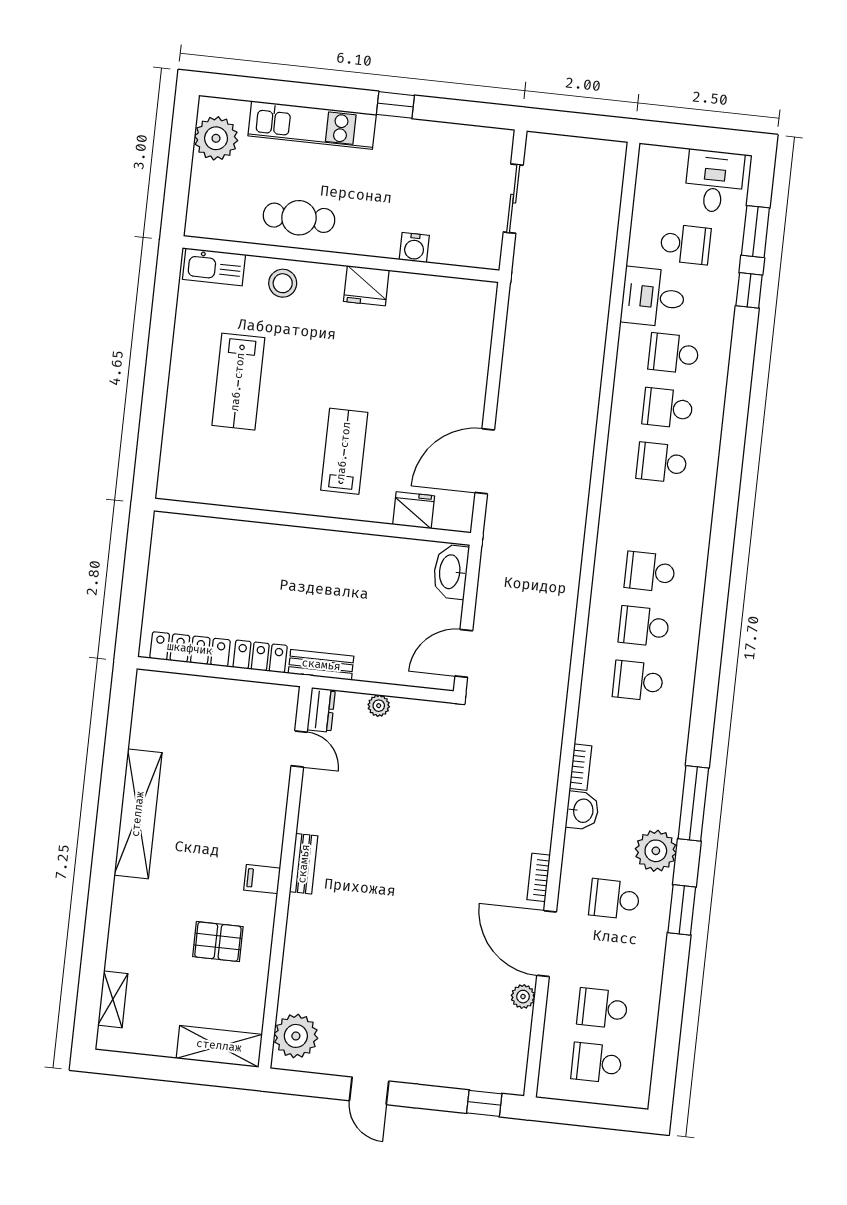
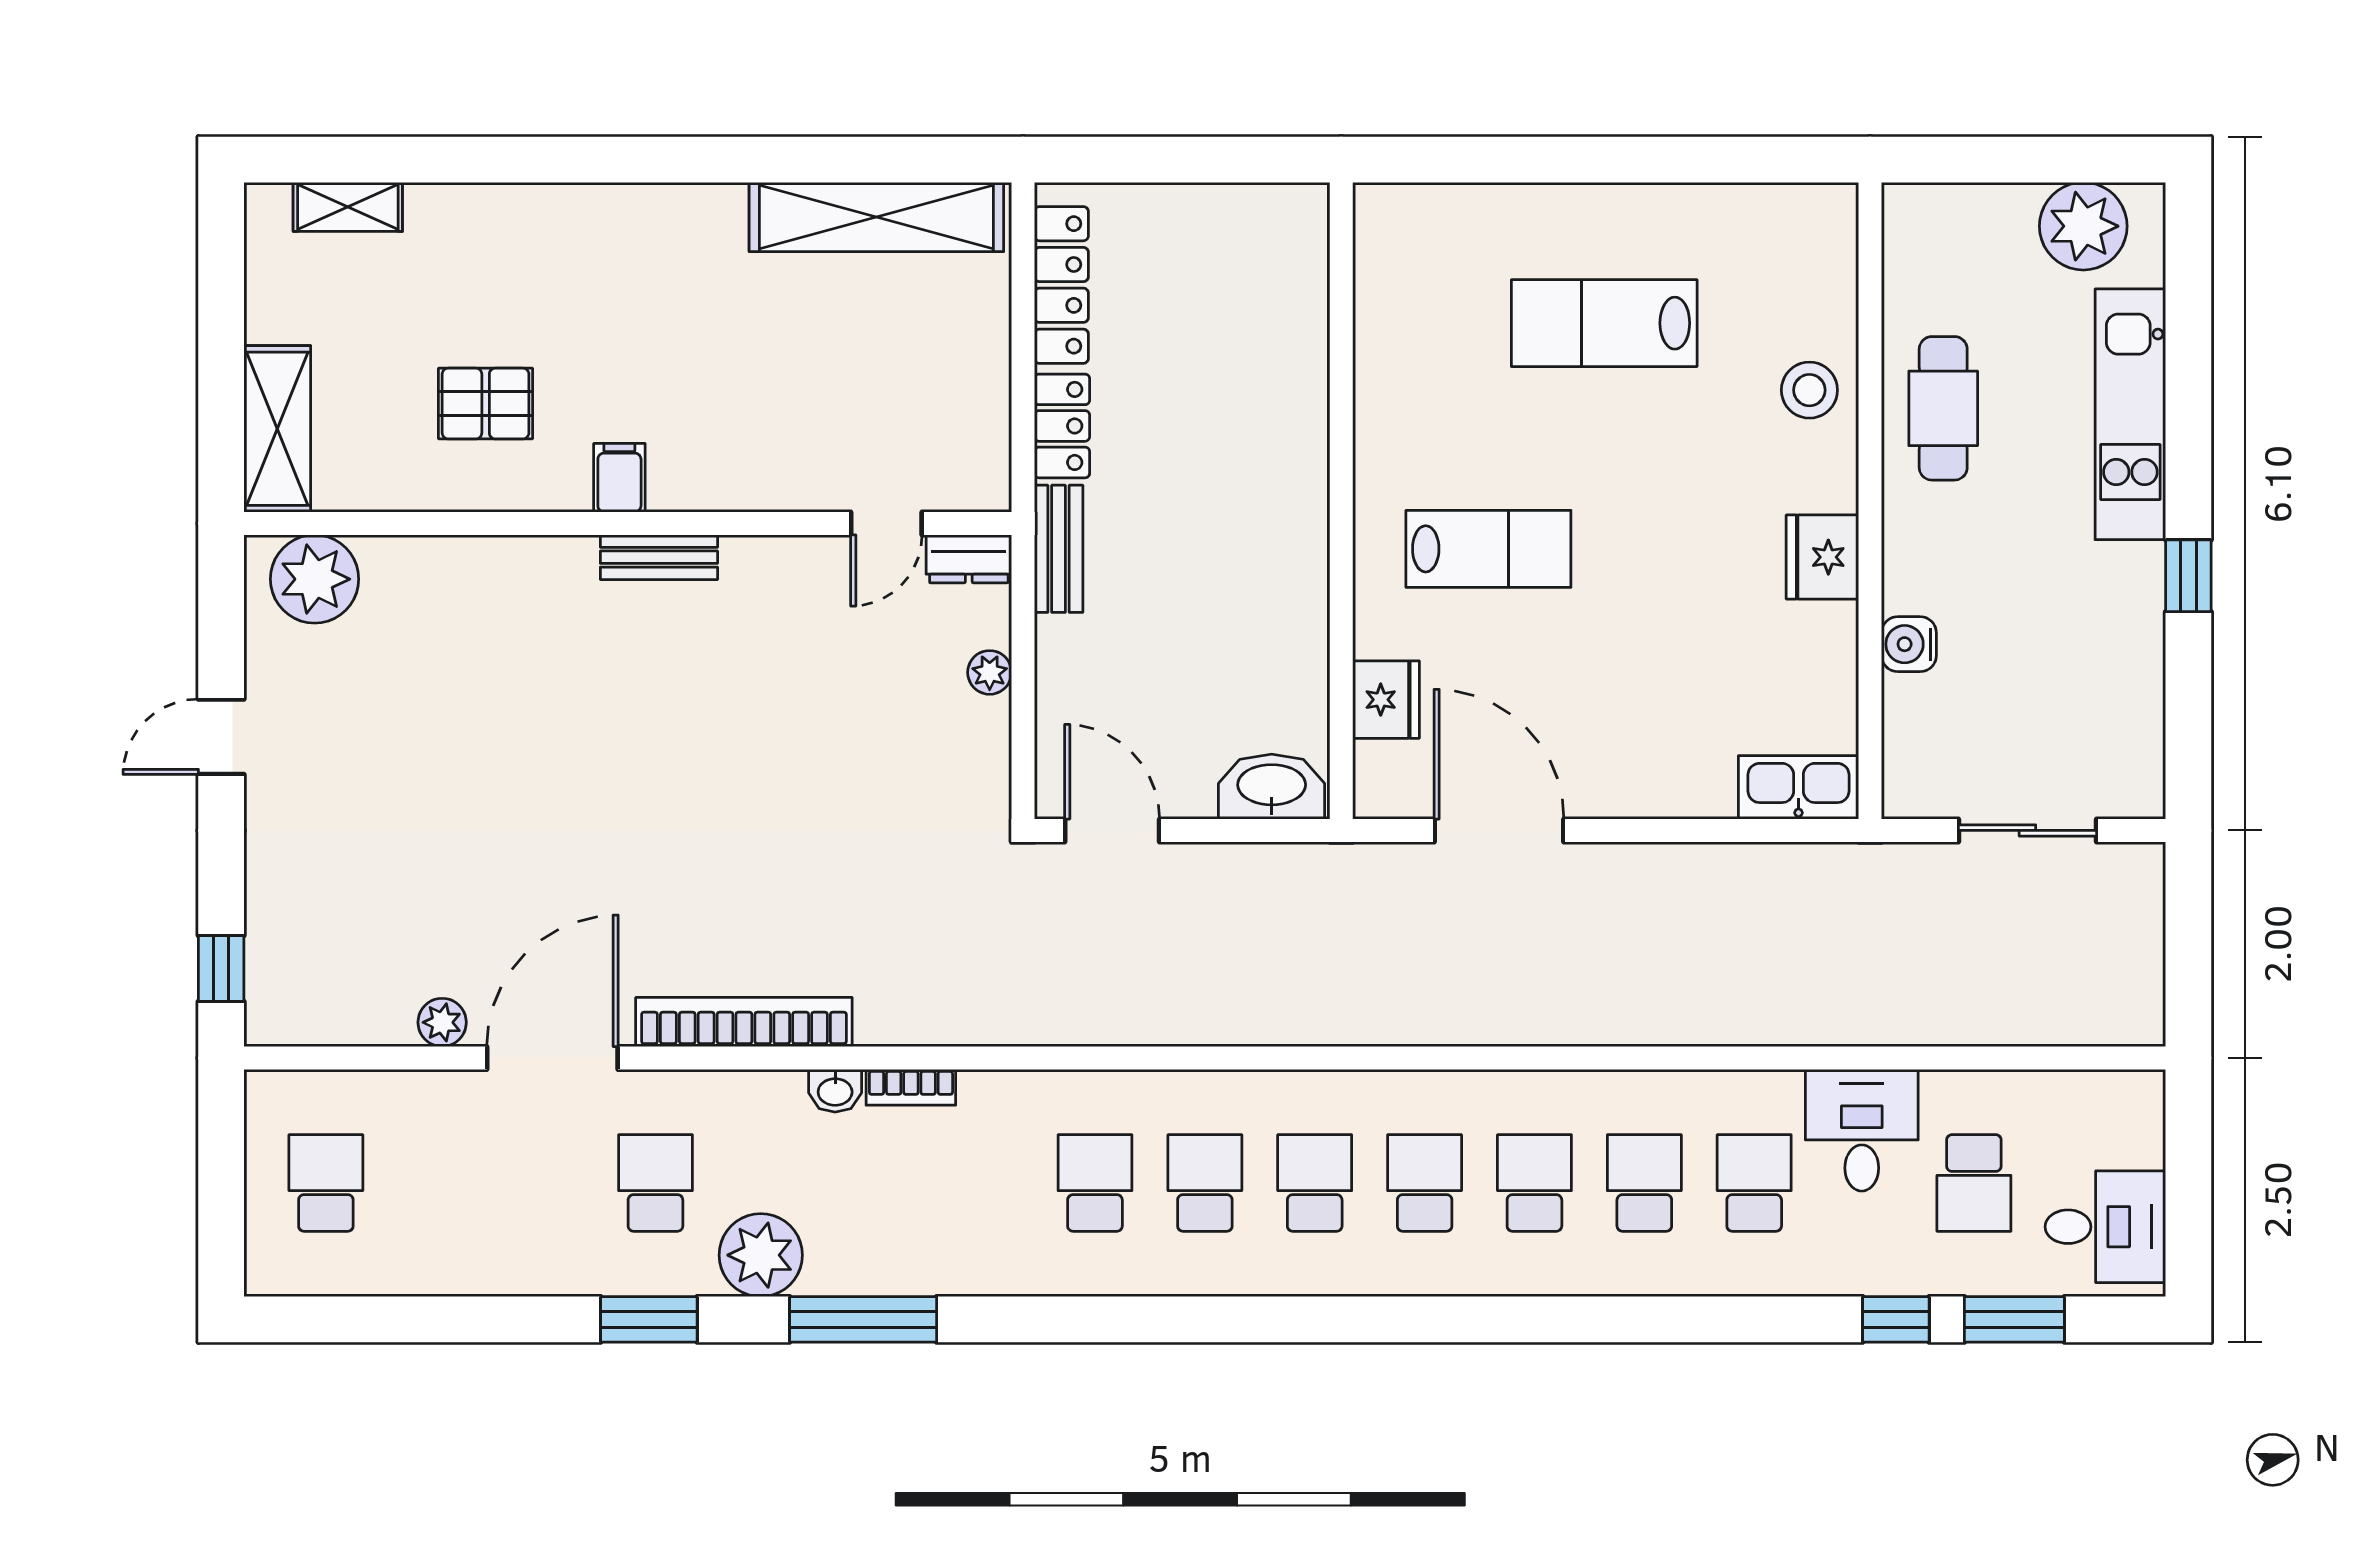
kitchen sink: (214, 267) -> (1798, 787), moved, turned 90
washbasin: (582, 811) -> (835, 1091), width x0.72, depth x0.69
shelving: (138, 814) -> (876, 217), moved
bookcase: (539, 877) -> (744, 1022), width x2.31, depth x1.31
pallet: (218, 942) -> (486, 404), turned 90
school desk: (602, 1008) -> (1425, 1183), moved

